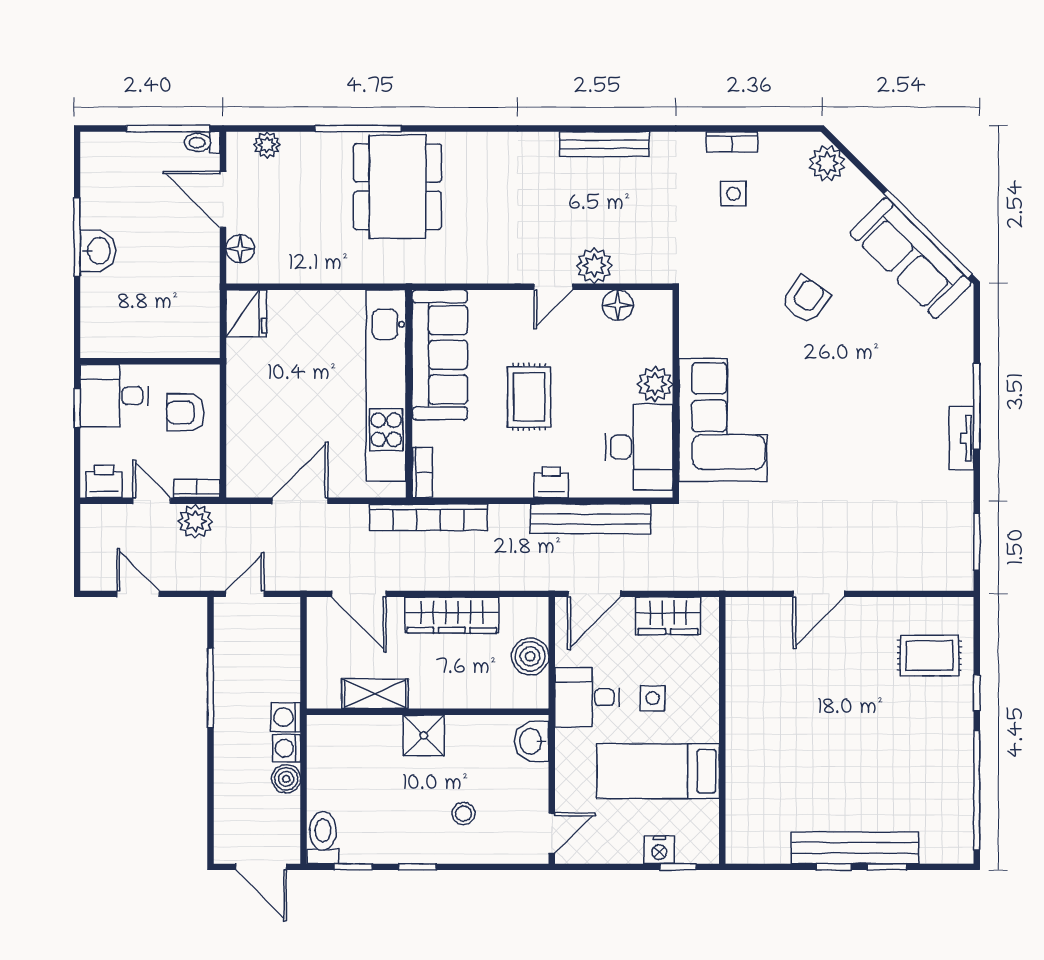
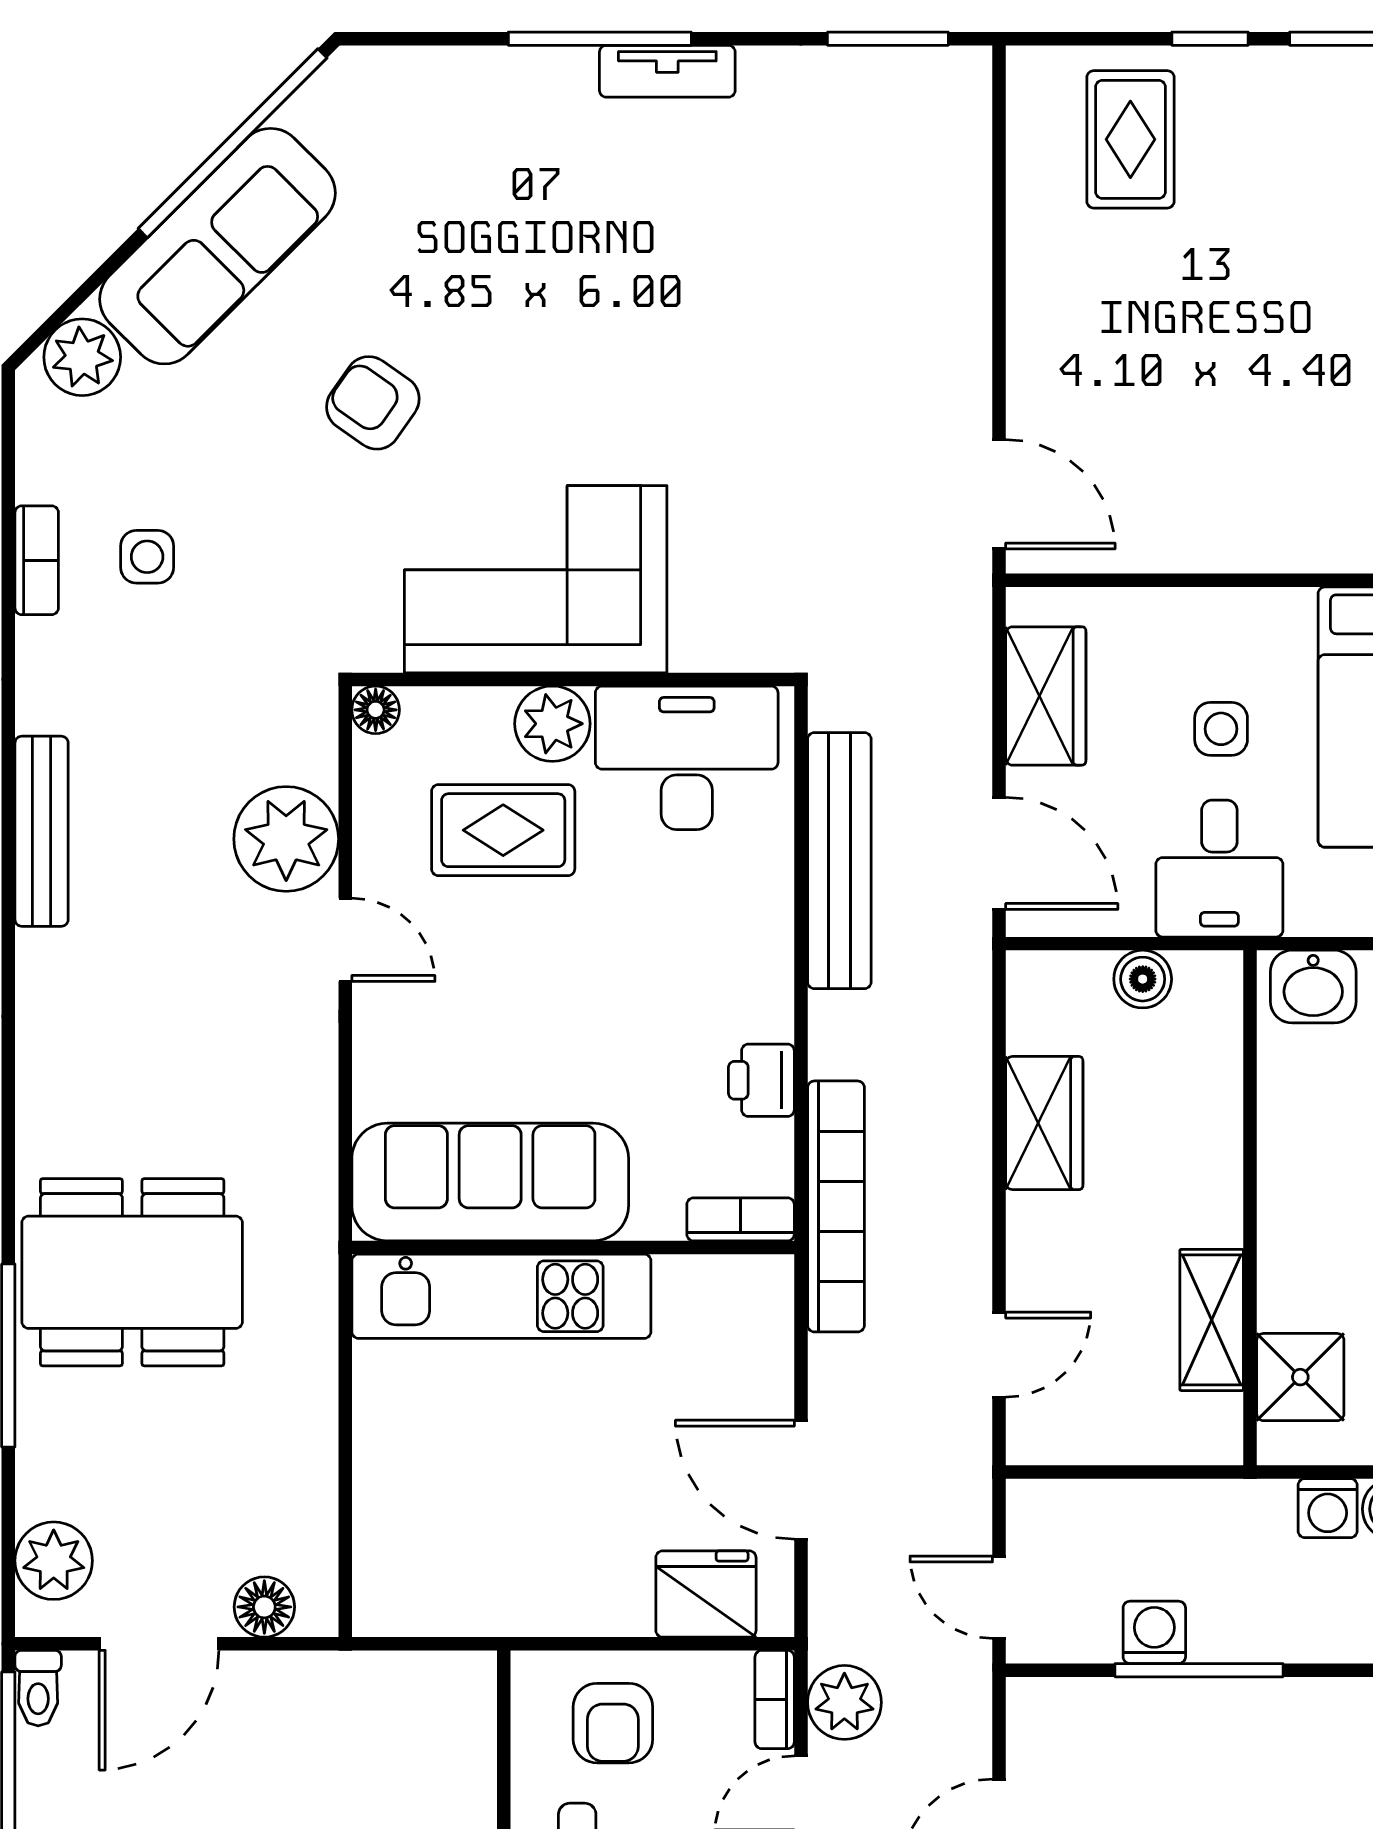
plant: (267, 145) -> (54, 1561), width x1.38, depth x1.38
sofa: (911, 258) -> (218, 246), moved
plant: (594, 266) -> (286, 839), width x1.36, depth x1.36
floor lamp: (618, 305) -> (376, 710), moved, width x0.73, depth x0.73
fridge: (246, 313) -> (706, 1594), moved
kitchen unit: (386, 386) -> (501, 1296), width x0.73
rug: (529, 397) -> (503, 830), moved
corner sofa: (723, 420) -> (536, 579), moved
printer: (551, 482) -> (761, 1080), moved
door: (359, 594) -> (999, 1355), width x0.73
door: (819, 594) -> (999, 494), moved
wardrobe: (452, 615) -> (1044, 1123), width x0.67
boiler: (530, 656) -> (1143, 979), width x0.73, depth x0.73
washing machine: (286, 717) -> (1154, 1632), moved, turned 180
shower: (424, 735) -> (1300, 1377), moved

